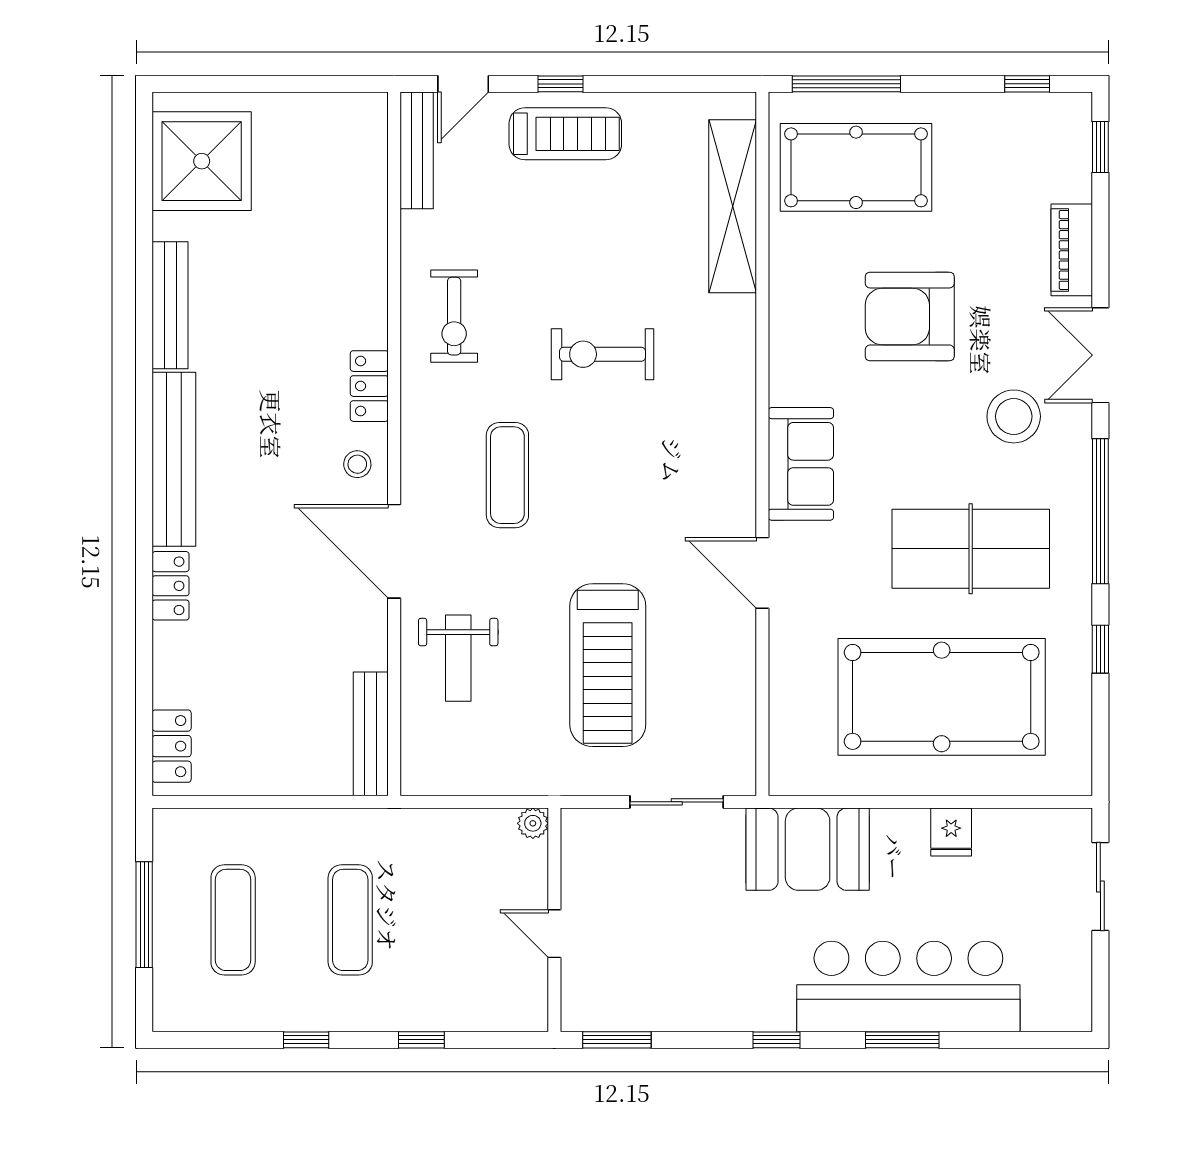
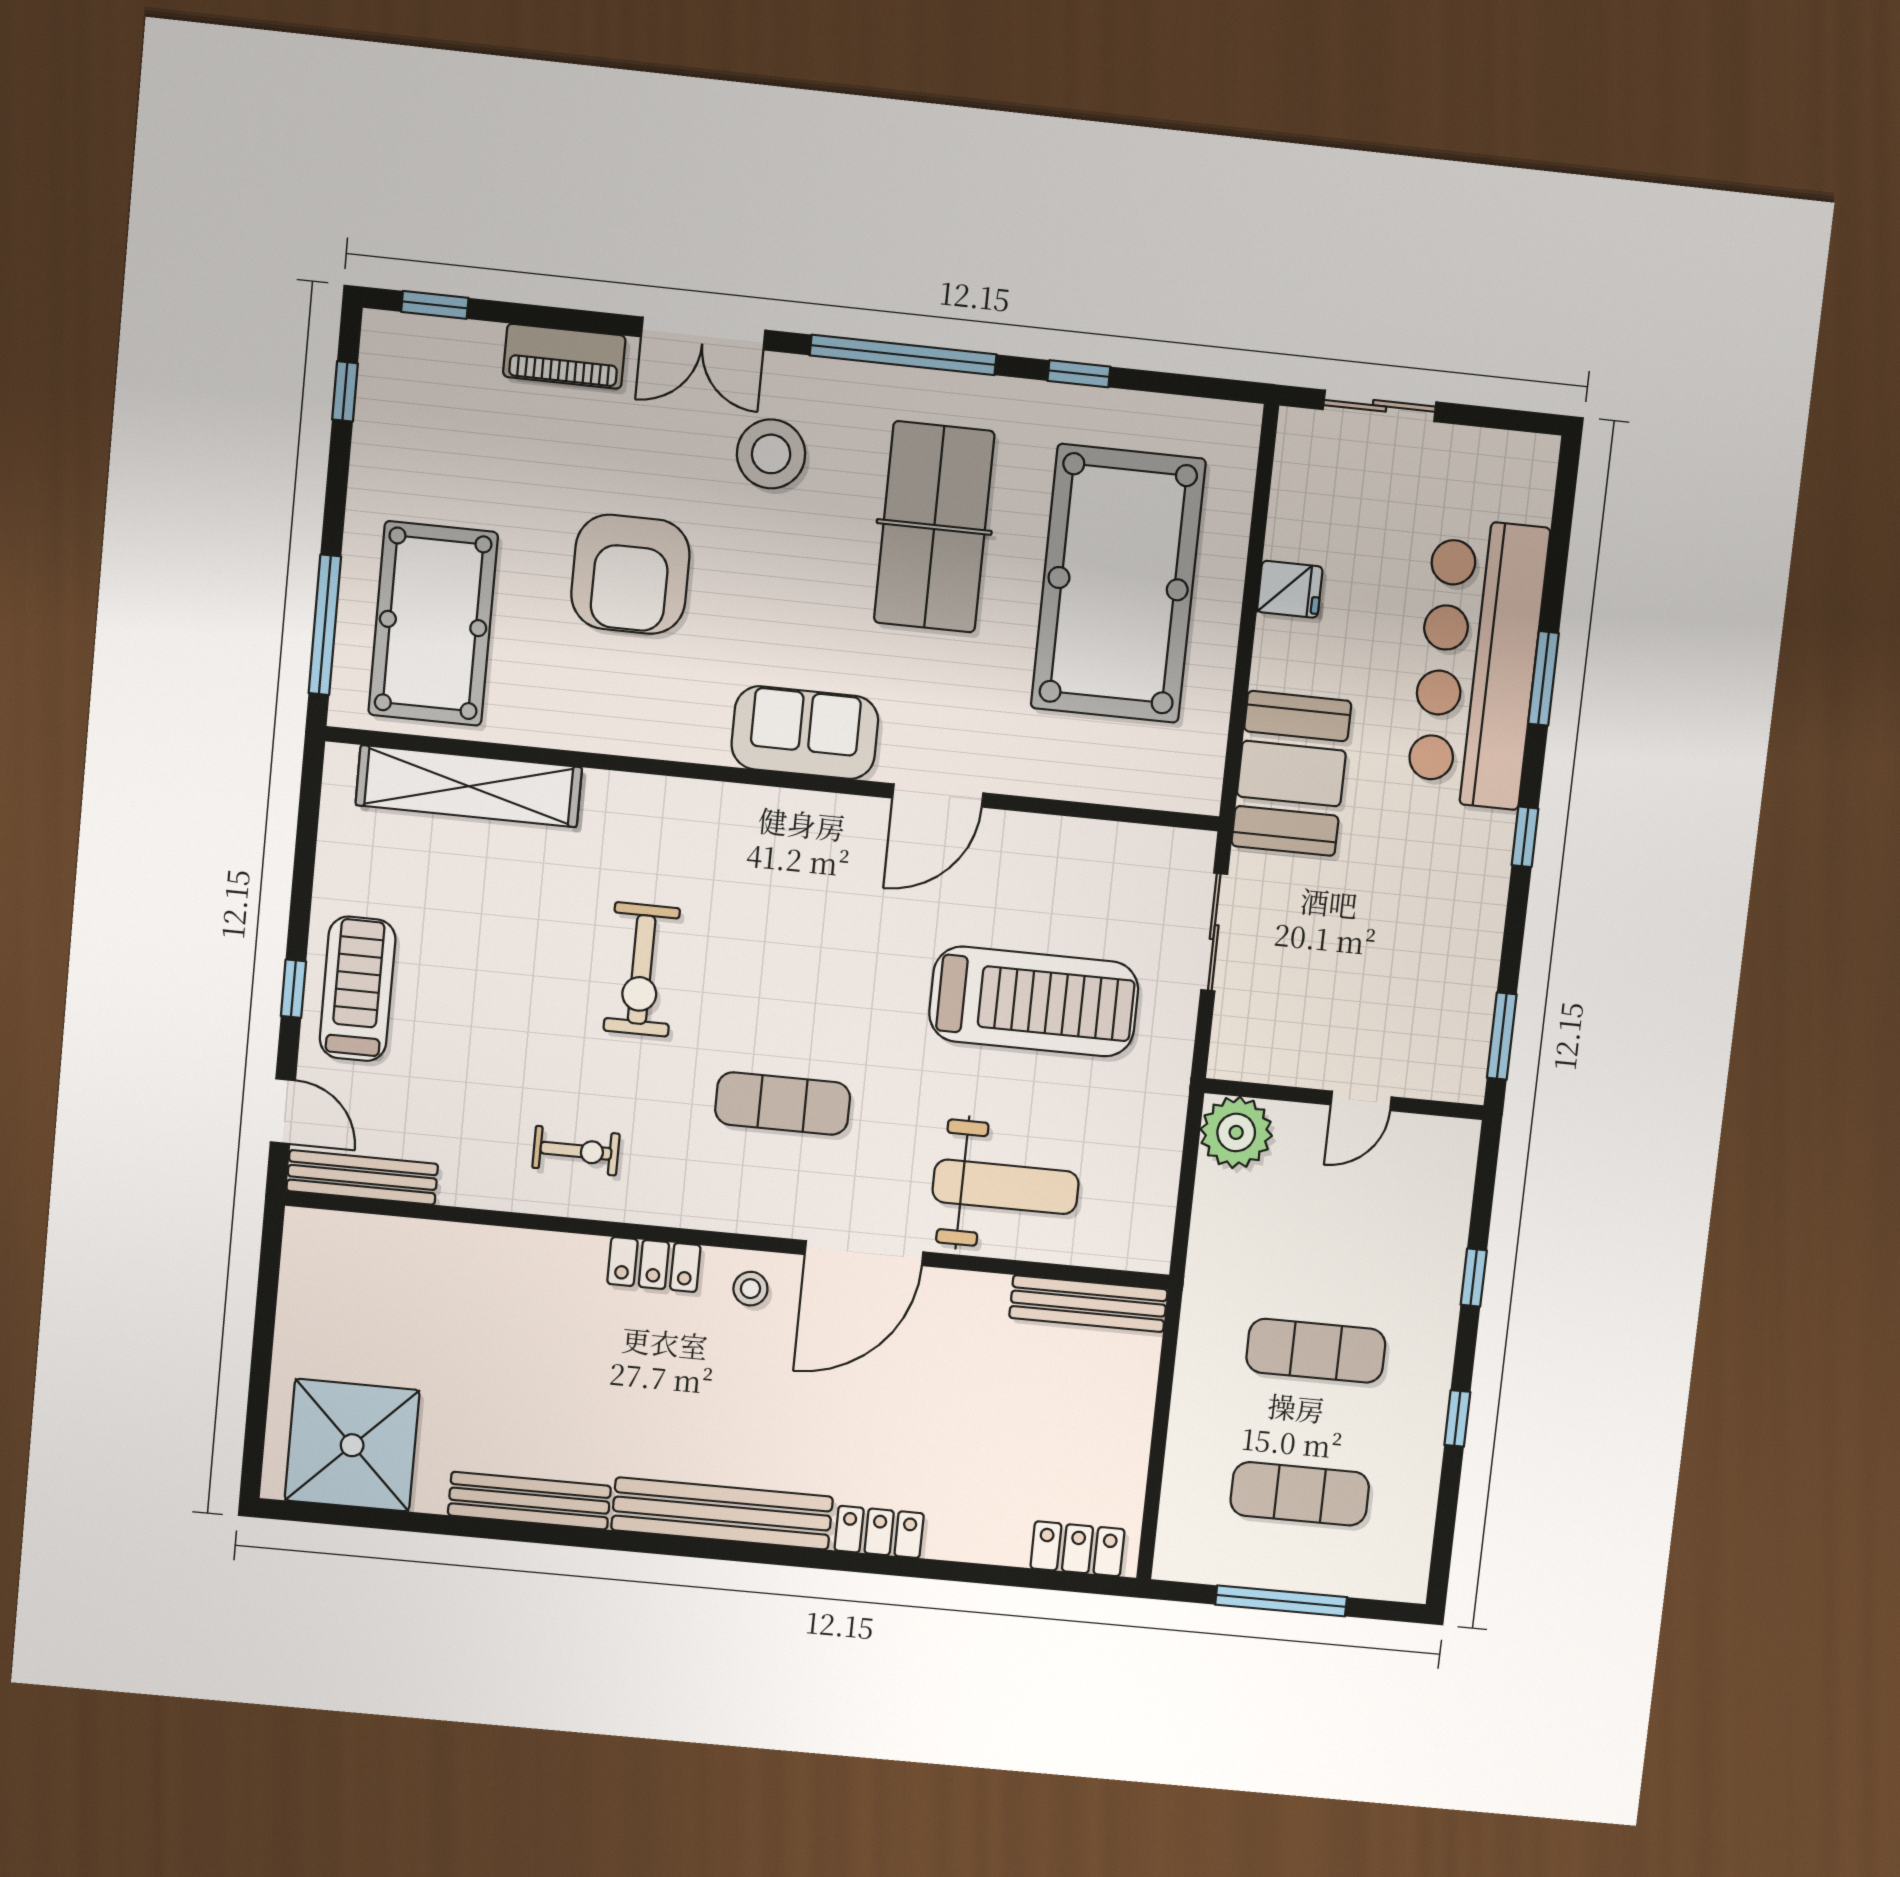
exercise bike: (454, 316) -> (576, 1151), width x0.73, depth x0.72
weight bench: (458, 658) -> (1006, 1187), width x1.36, depth x1.33
plant: (533, 823) -> (1236, 1132), width x1.87, depth x1.87

